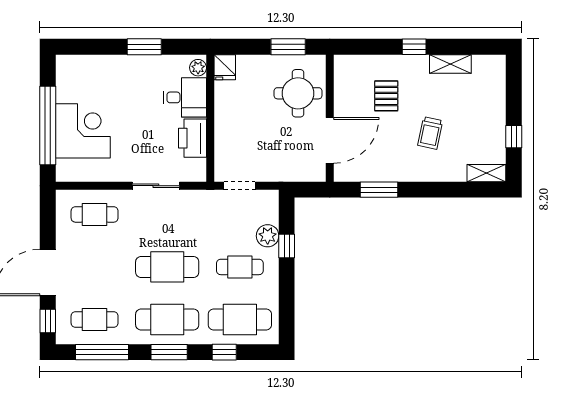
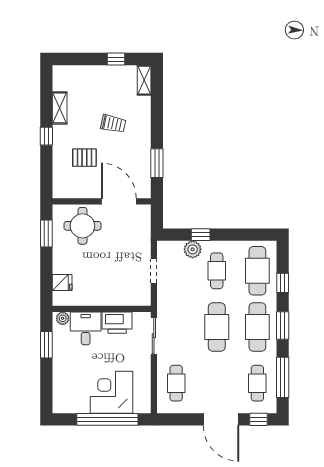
plant: (198, 68) -> (63, 318), moved
desk: (185, 97) -> (86, 328), moved
wall: (210, 118) -> (102, 309), moved
printer: (192, 138) -> (117, 323), moved

